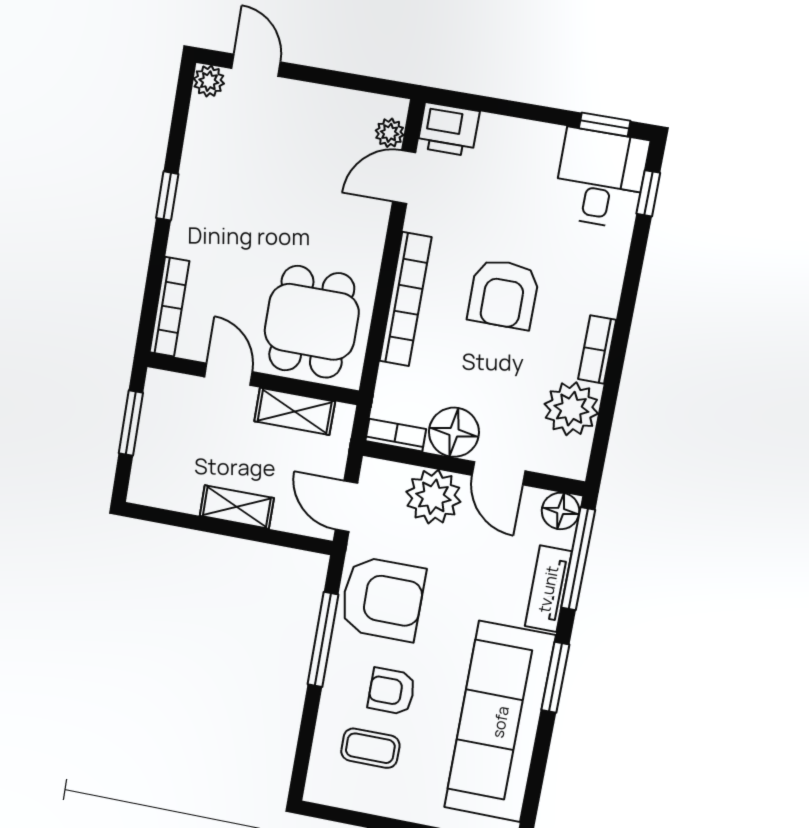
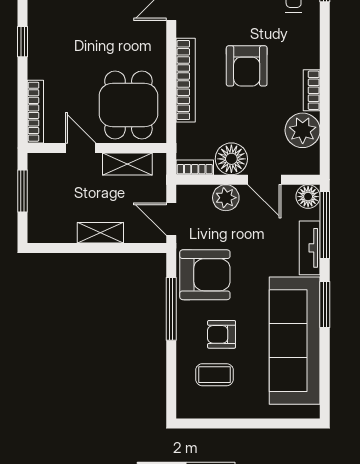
plant: (433, 497) -> (226, 198), width x0.73, depth x0.73

